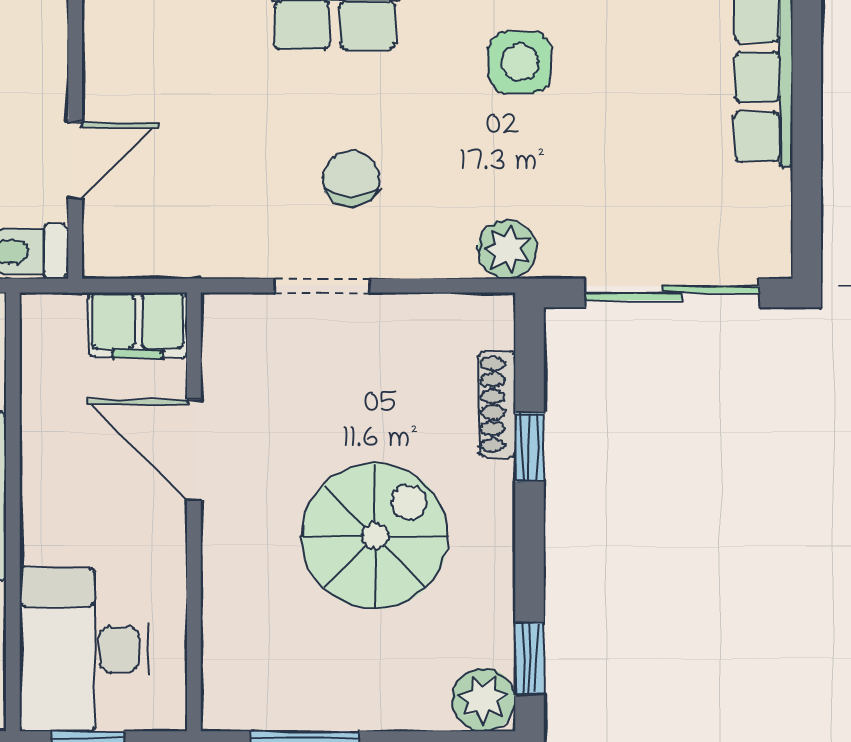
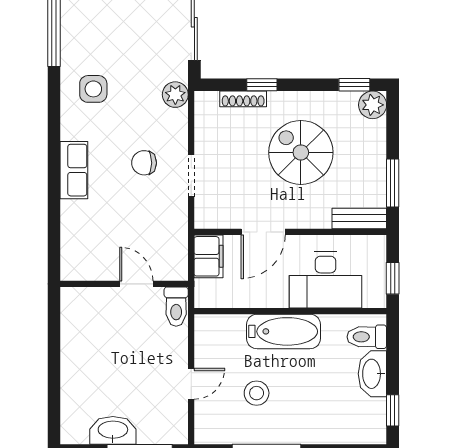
desk: (84, 649) -> (326, 280), moved
bench: (224, 669) -> (359, 218), added

